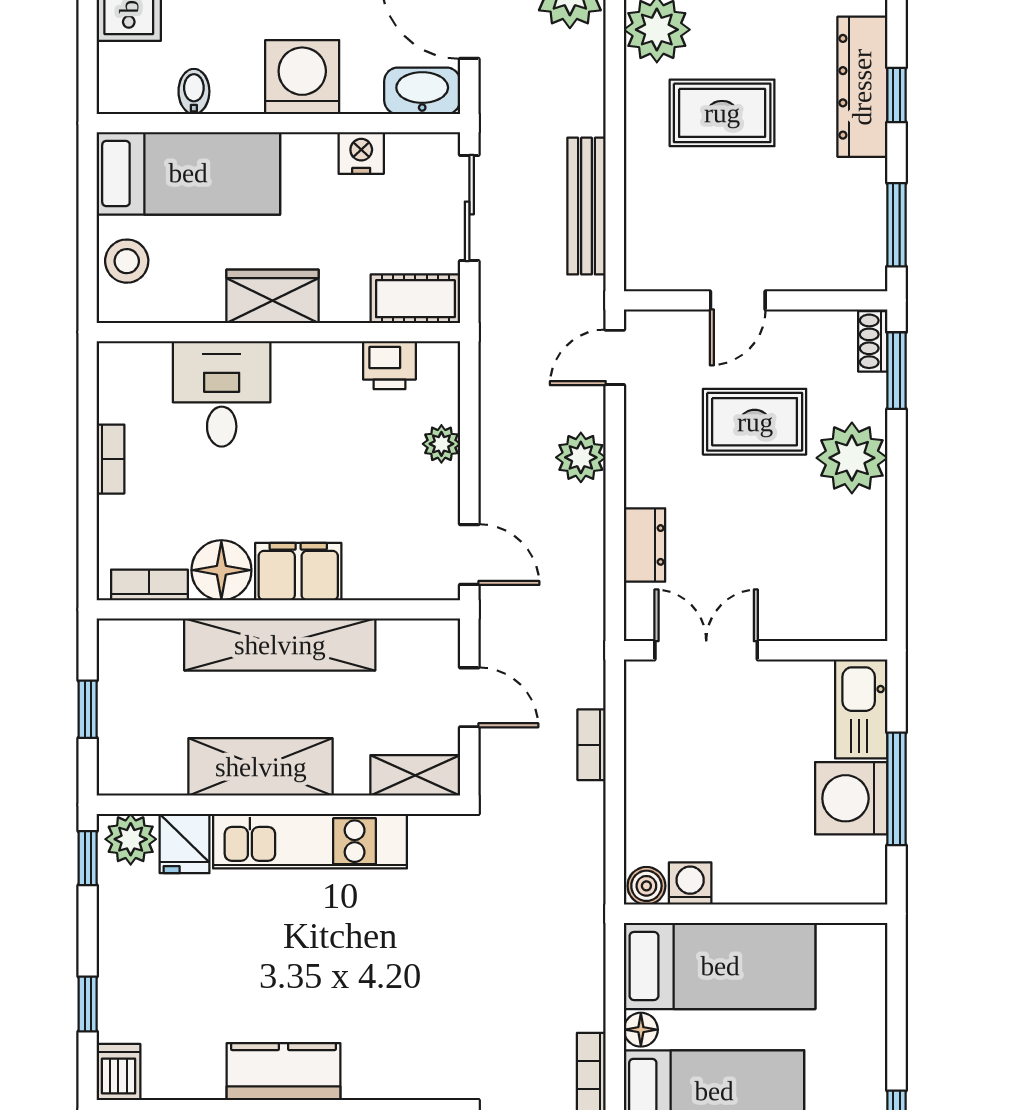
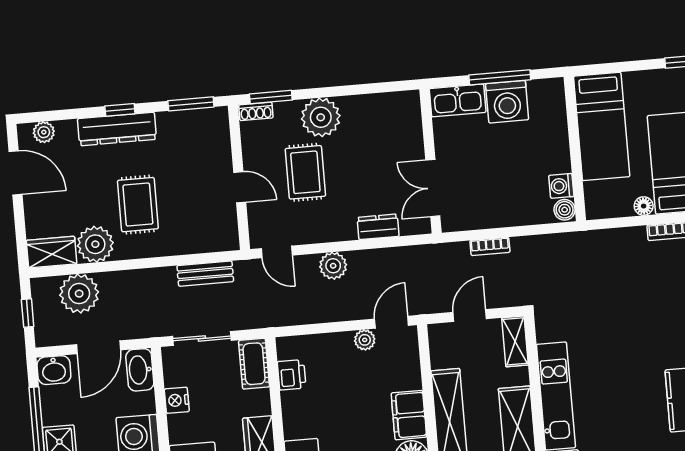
bench: (587, 206) -> (205, 274), width x0.73
plant: (441, 444) -> (365, 340), moved
bed: (720, 966) -> (602, 126), moved, turned 180

